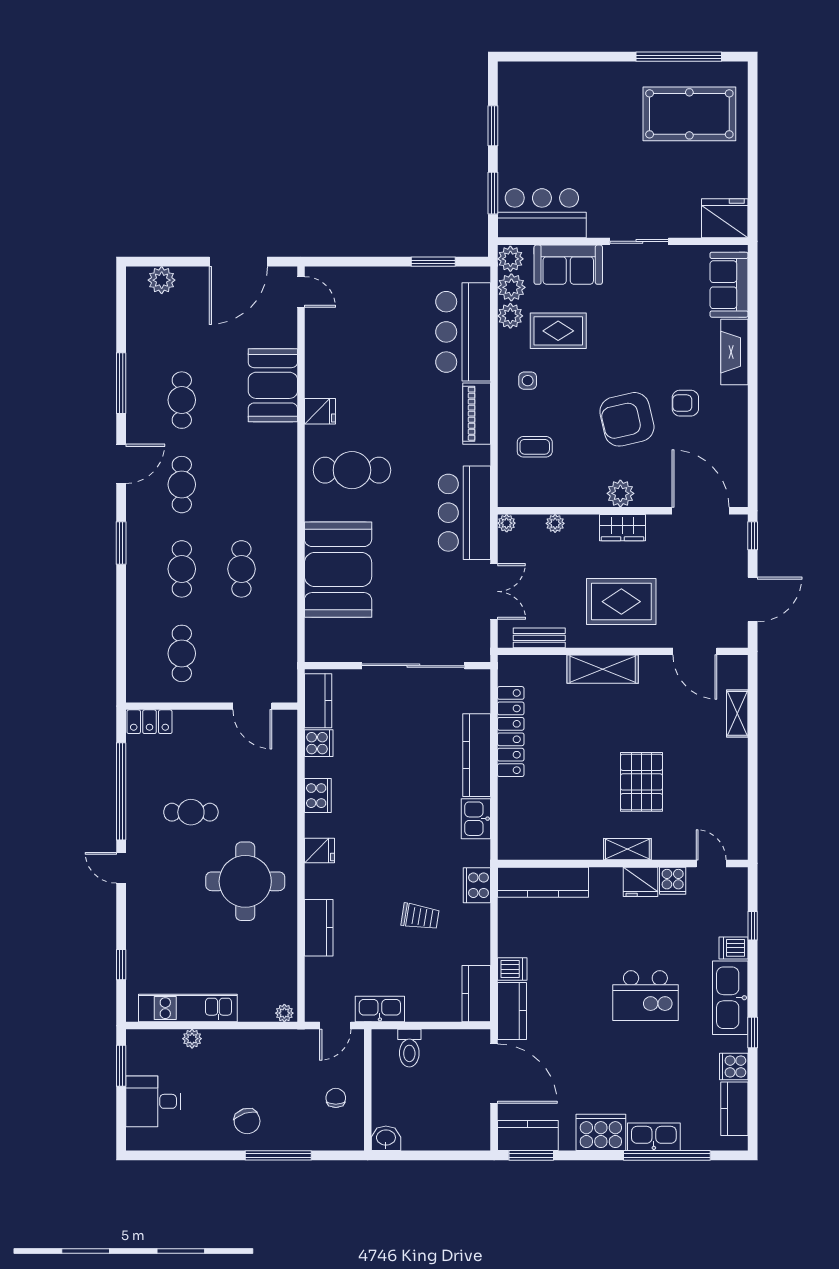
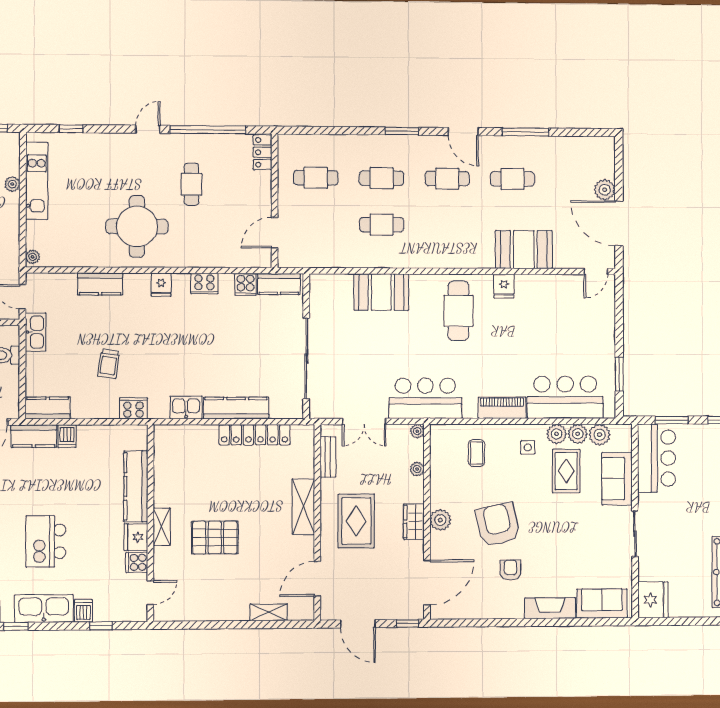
plant: (510, 259) -> (557, 434), moved
plant: (162, 280) -> (605, 190), moved
booth: (338, 570) -> (381, 292), width x0.73, depth x0.70
kitchen counter: (543, 882) -> (136, 486), moved

